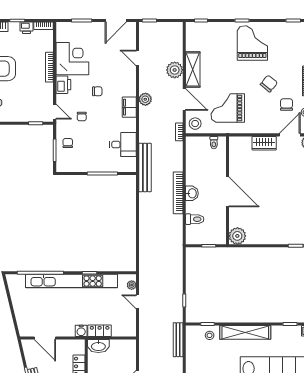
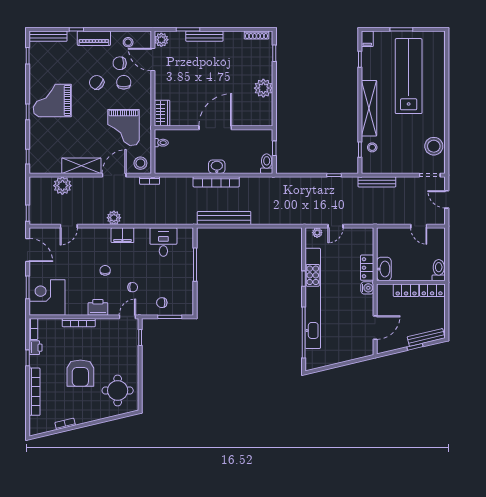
corner desk: (72, 59) -> (47, 298), moved
plant: (175, 70) -> (62, 186), moved
chair: (269, 108) -> (124, 82), added
wardrobe: (264, 143) -> (162, 113), moved
bench: (145, 167) -> (224, 218), moved
toilet: (195, 219) -> (267, 164), moved
plant: (237, 236) -> (263, 88), moved

